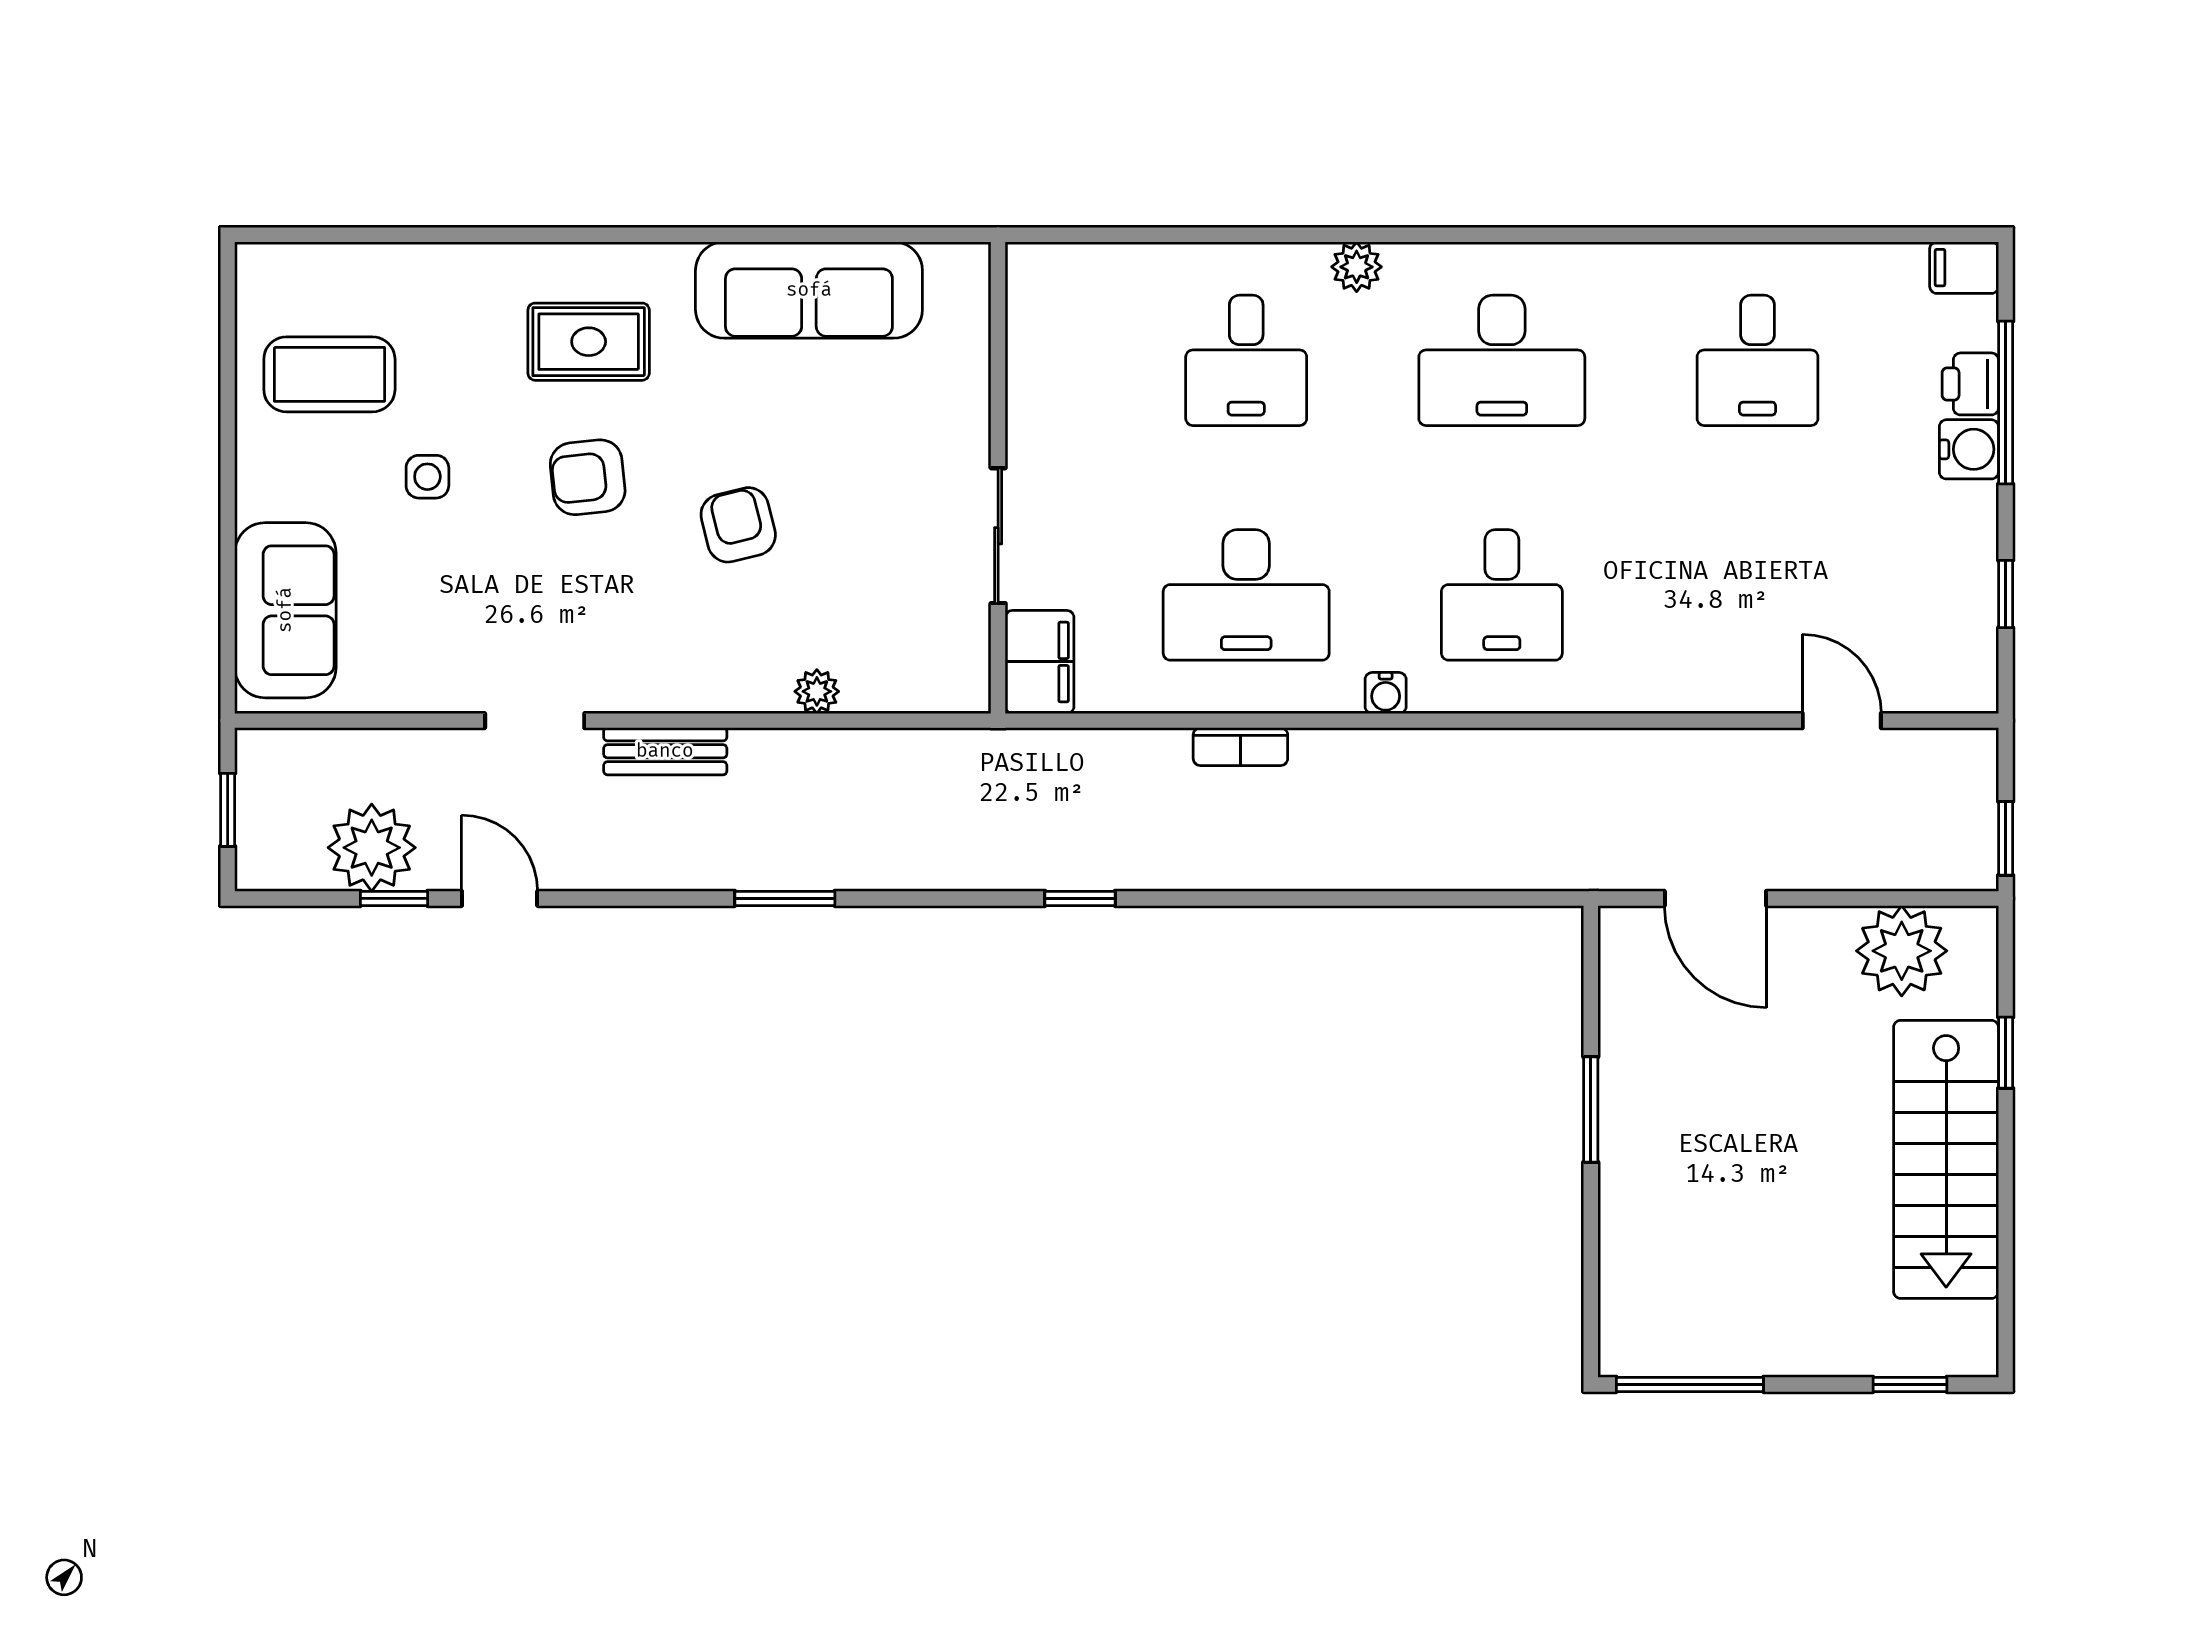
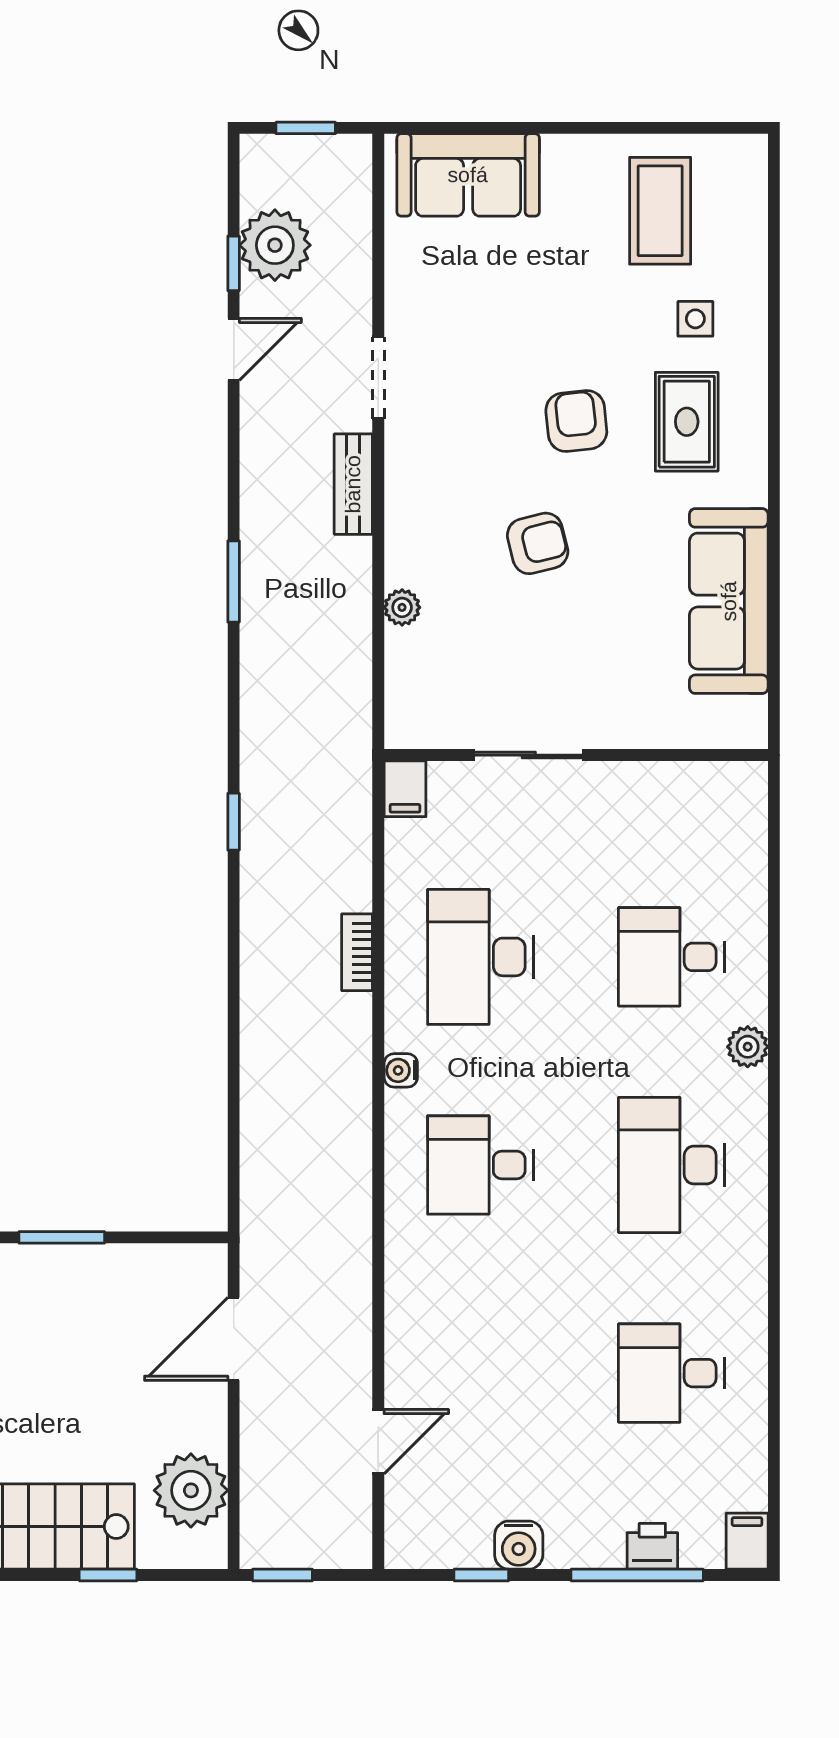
water cooler: (1969, 449) -> (519, 1545), moved
side table: (427, 477) -> (695, 319), moved
filing cabinet: (1040, 662) -> (405, 789), width x0.50

